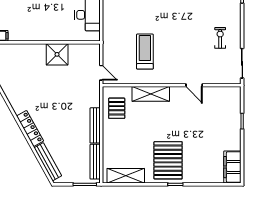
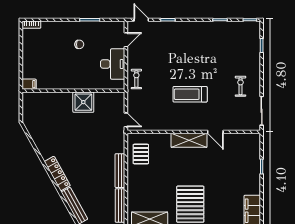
exercise bike: (112, 30) -> (136, 79), added
treadmill: (145, 52) -> (190, 94), moved, turned -90
shelving: (151, 94) -> (189, 140), moved

